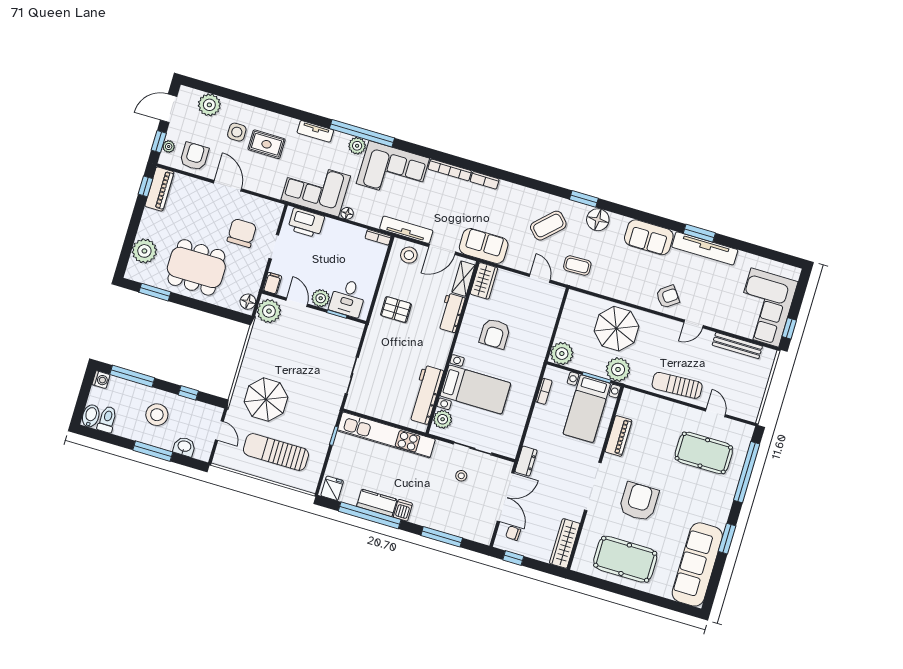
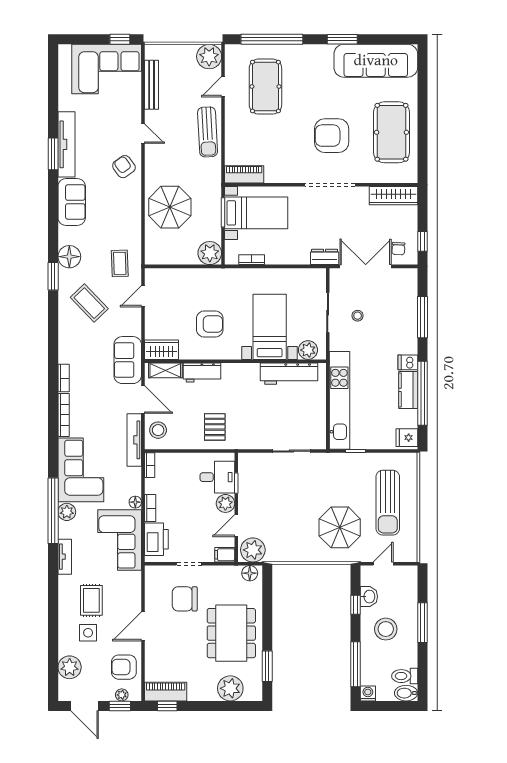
bookcase: (337, 226) -> (150, 508), added
plant: (618, 369) -> (209, 57), moved
piano: (618, 436) -> (244, 174), moved
washbasin: (184, 447) -> (369, 597), moved, turned 180

